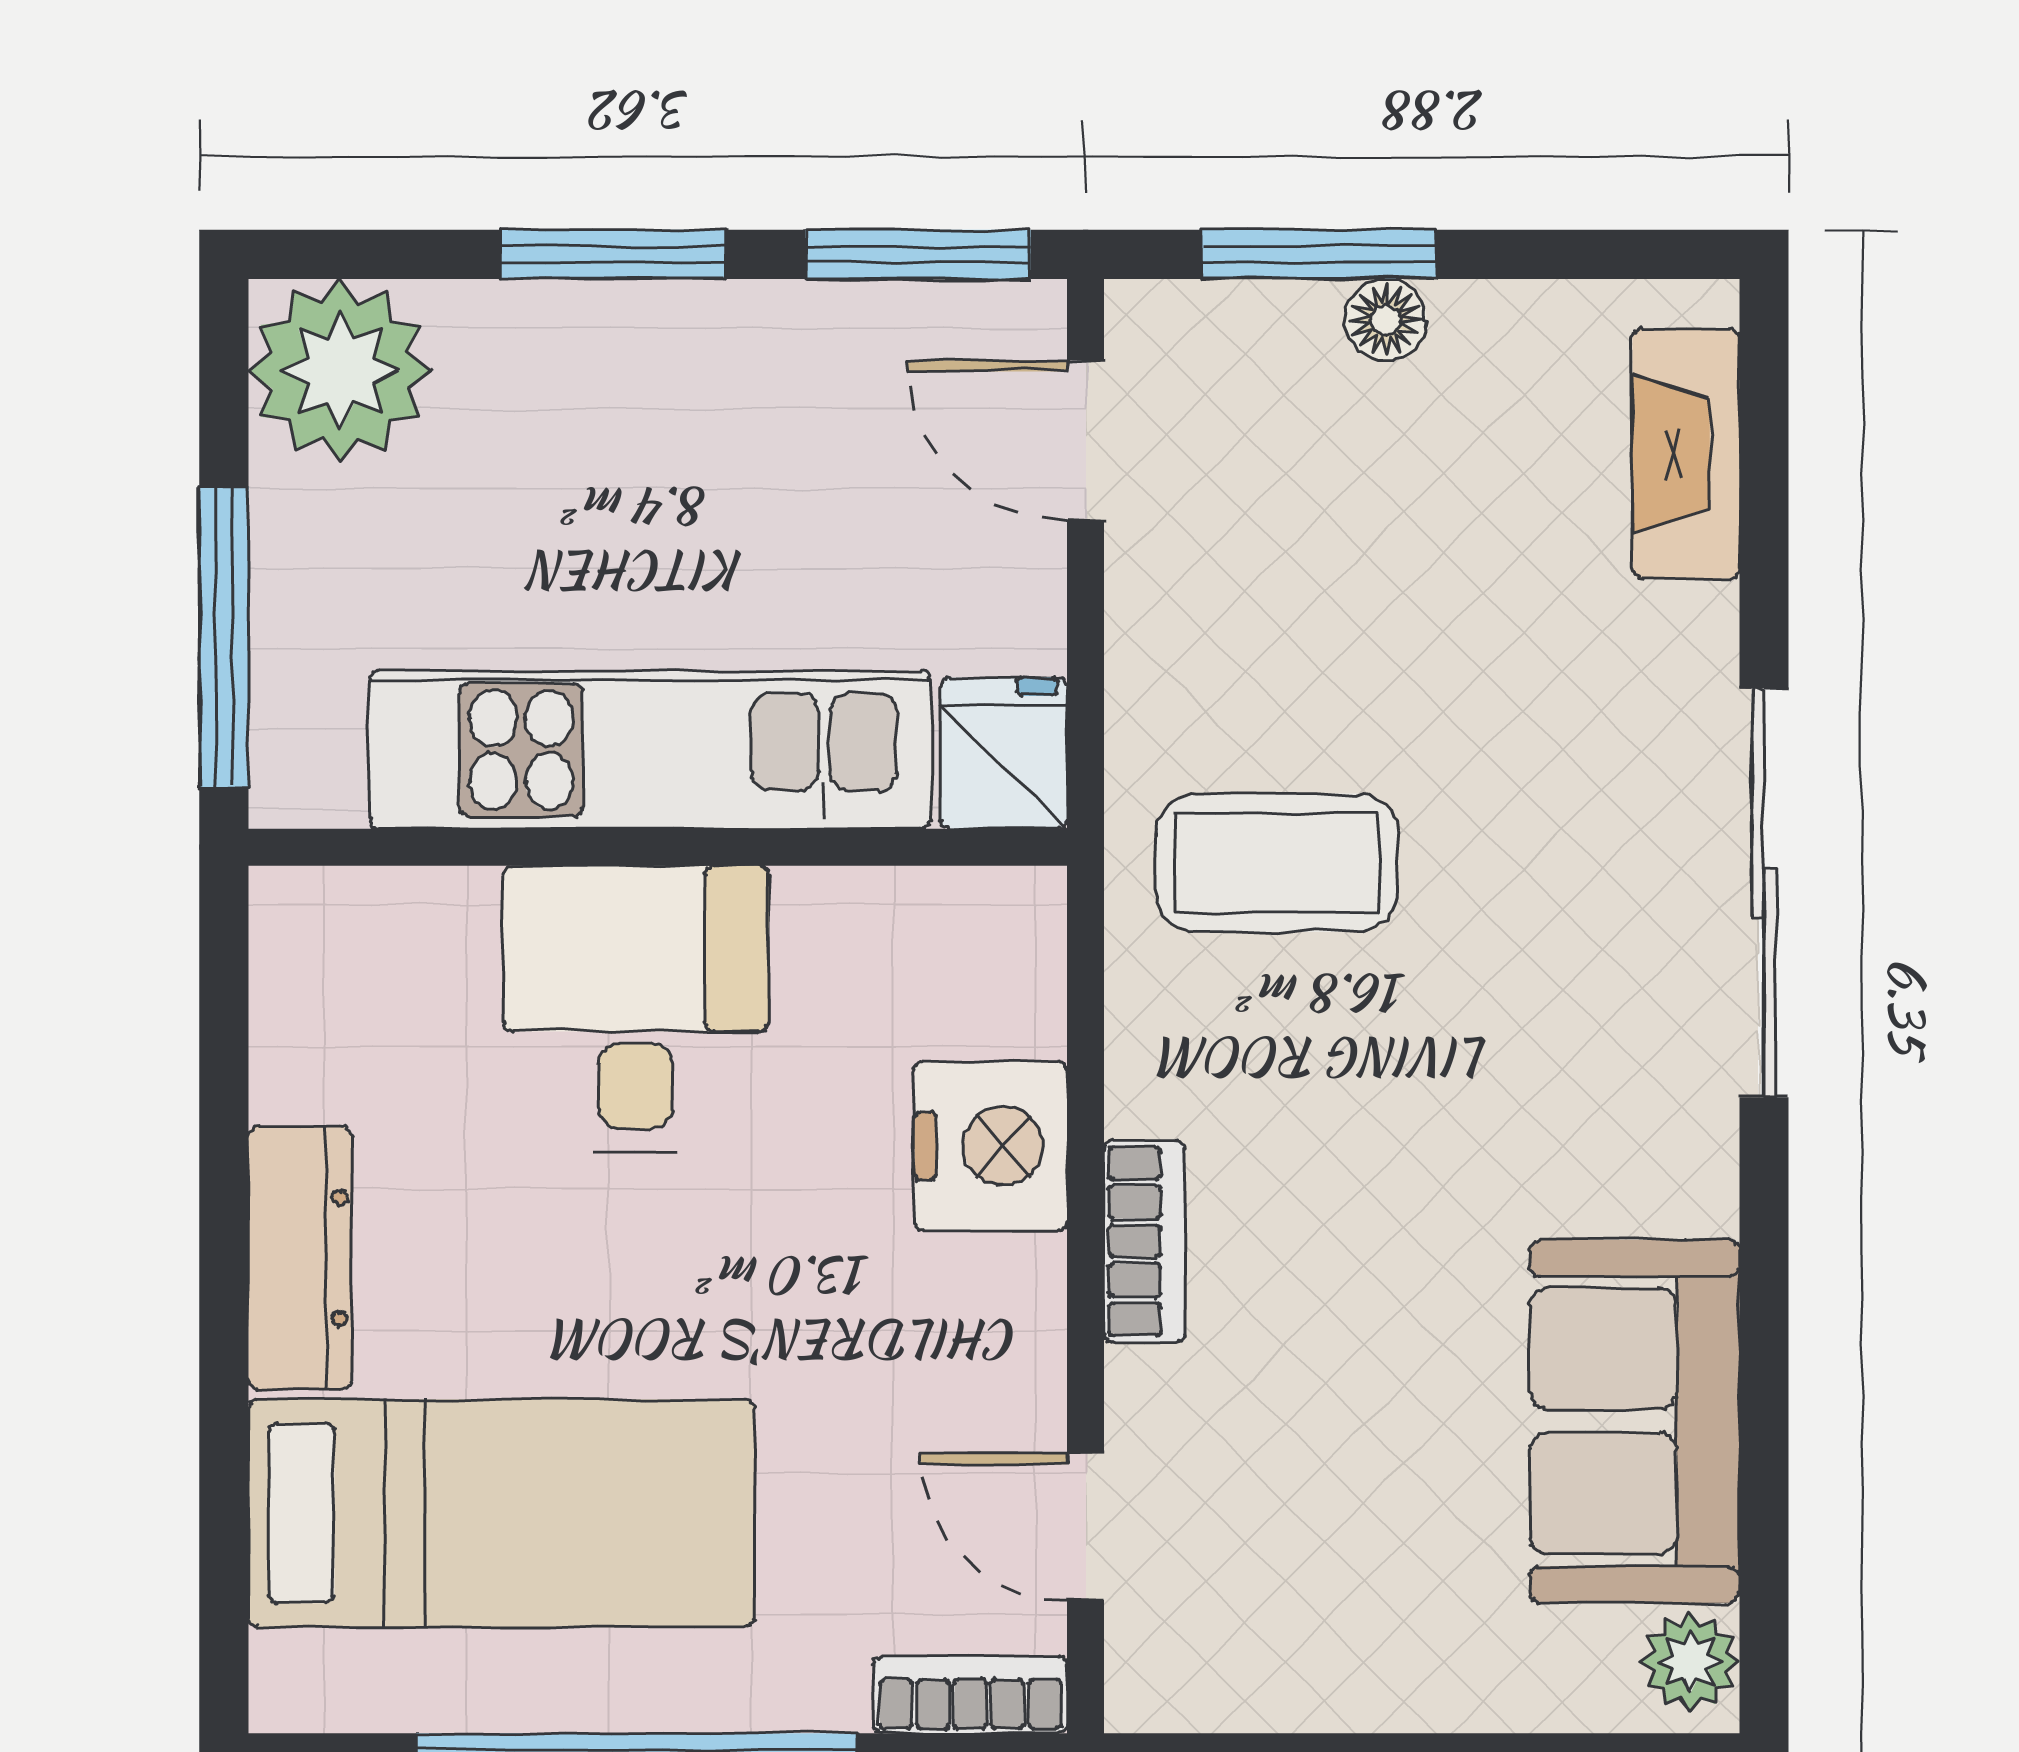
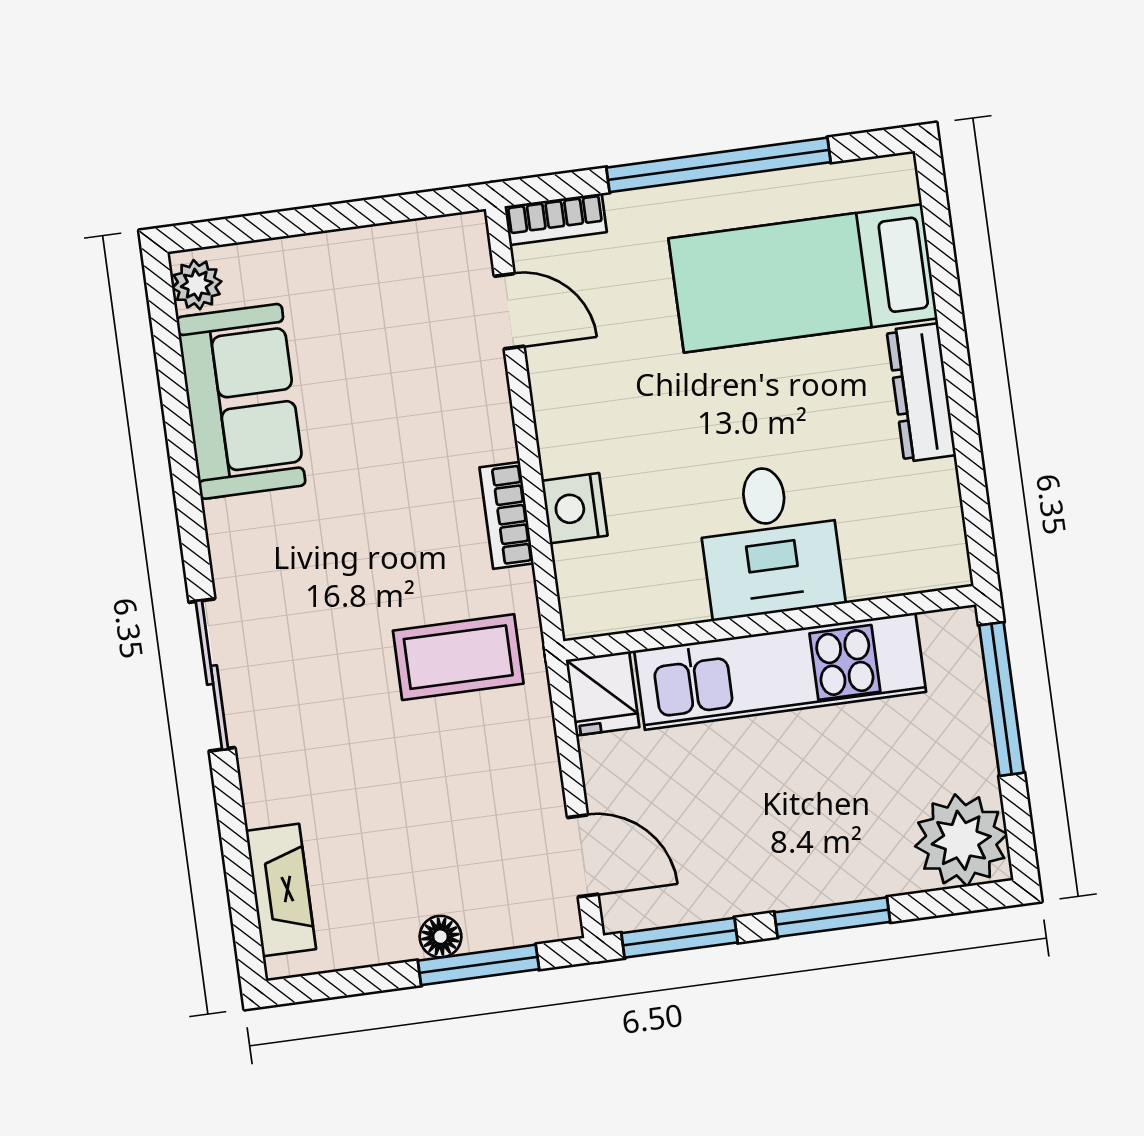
sliding door: (1764, 893) -> (212, 675), width x0.73
nightstand: (991, 1146) -> (574, 508), width x0.74, depth x0.75
bookcase: (1144, 1241) -> (507, 515), moved

